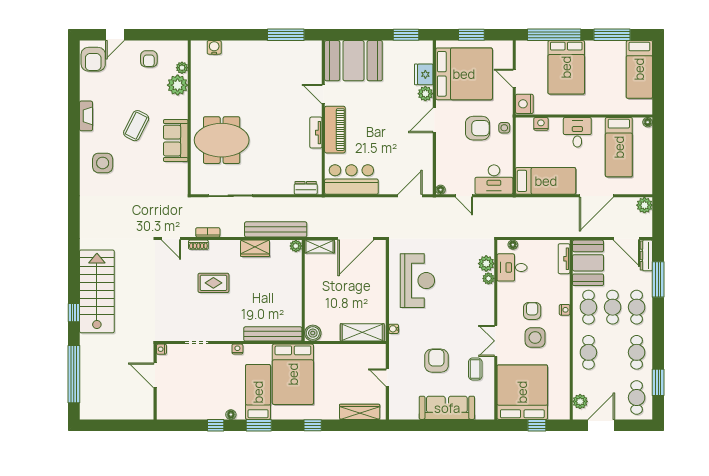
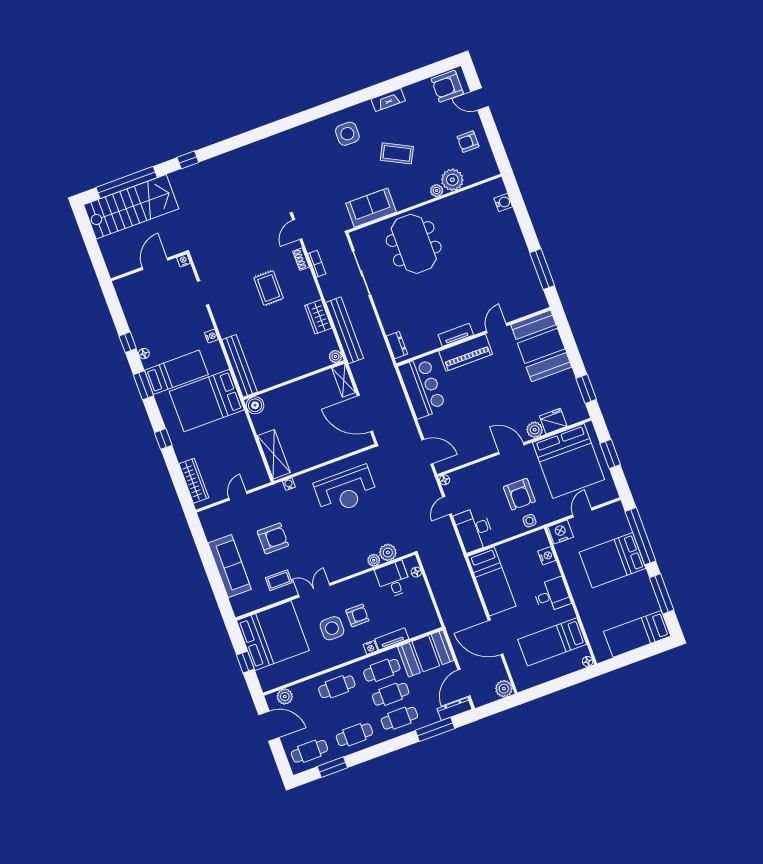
plant: (182, 68) -> (437, 191), moved
sofa: (176, 141) -> (371, 208), moved
tv unit: (564, 259) -> (392, 639), moved
stairs: (97, 291) -> (131, 207), moved

